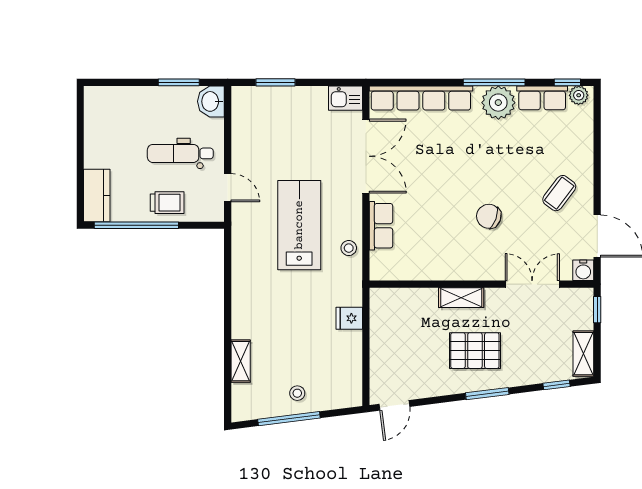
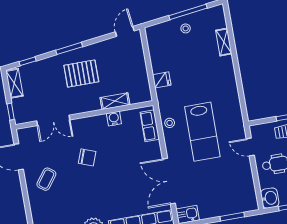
row of seats: (381, 226) -> (150, 126), moved
water cooler: (583, 270) -> (114, 119), moved
shelving: (461, 298) -> (115, 101), moved

